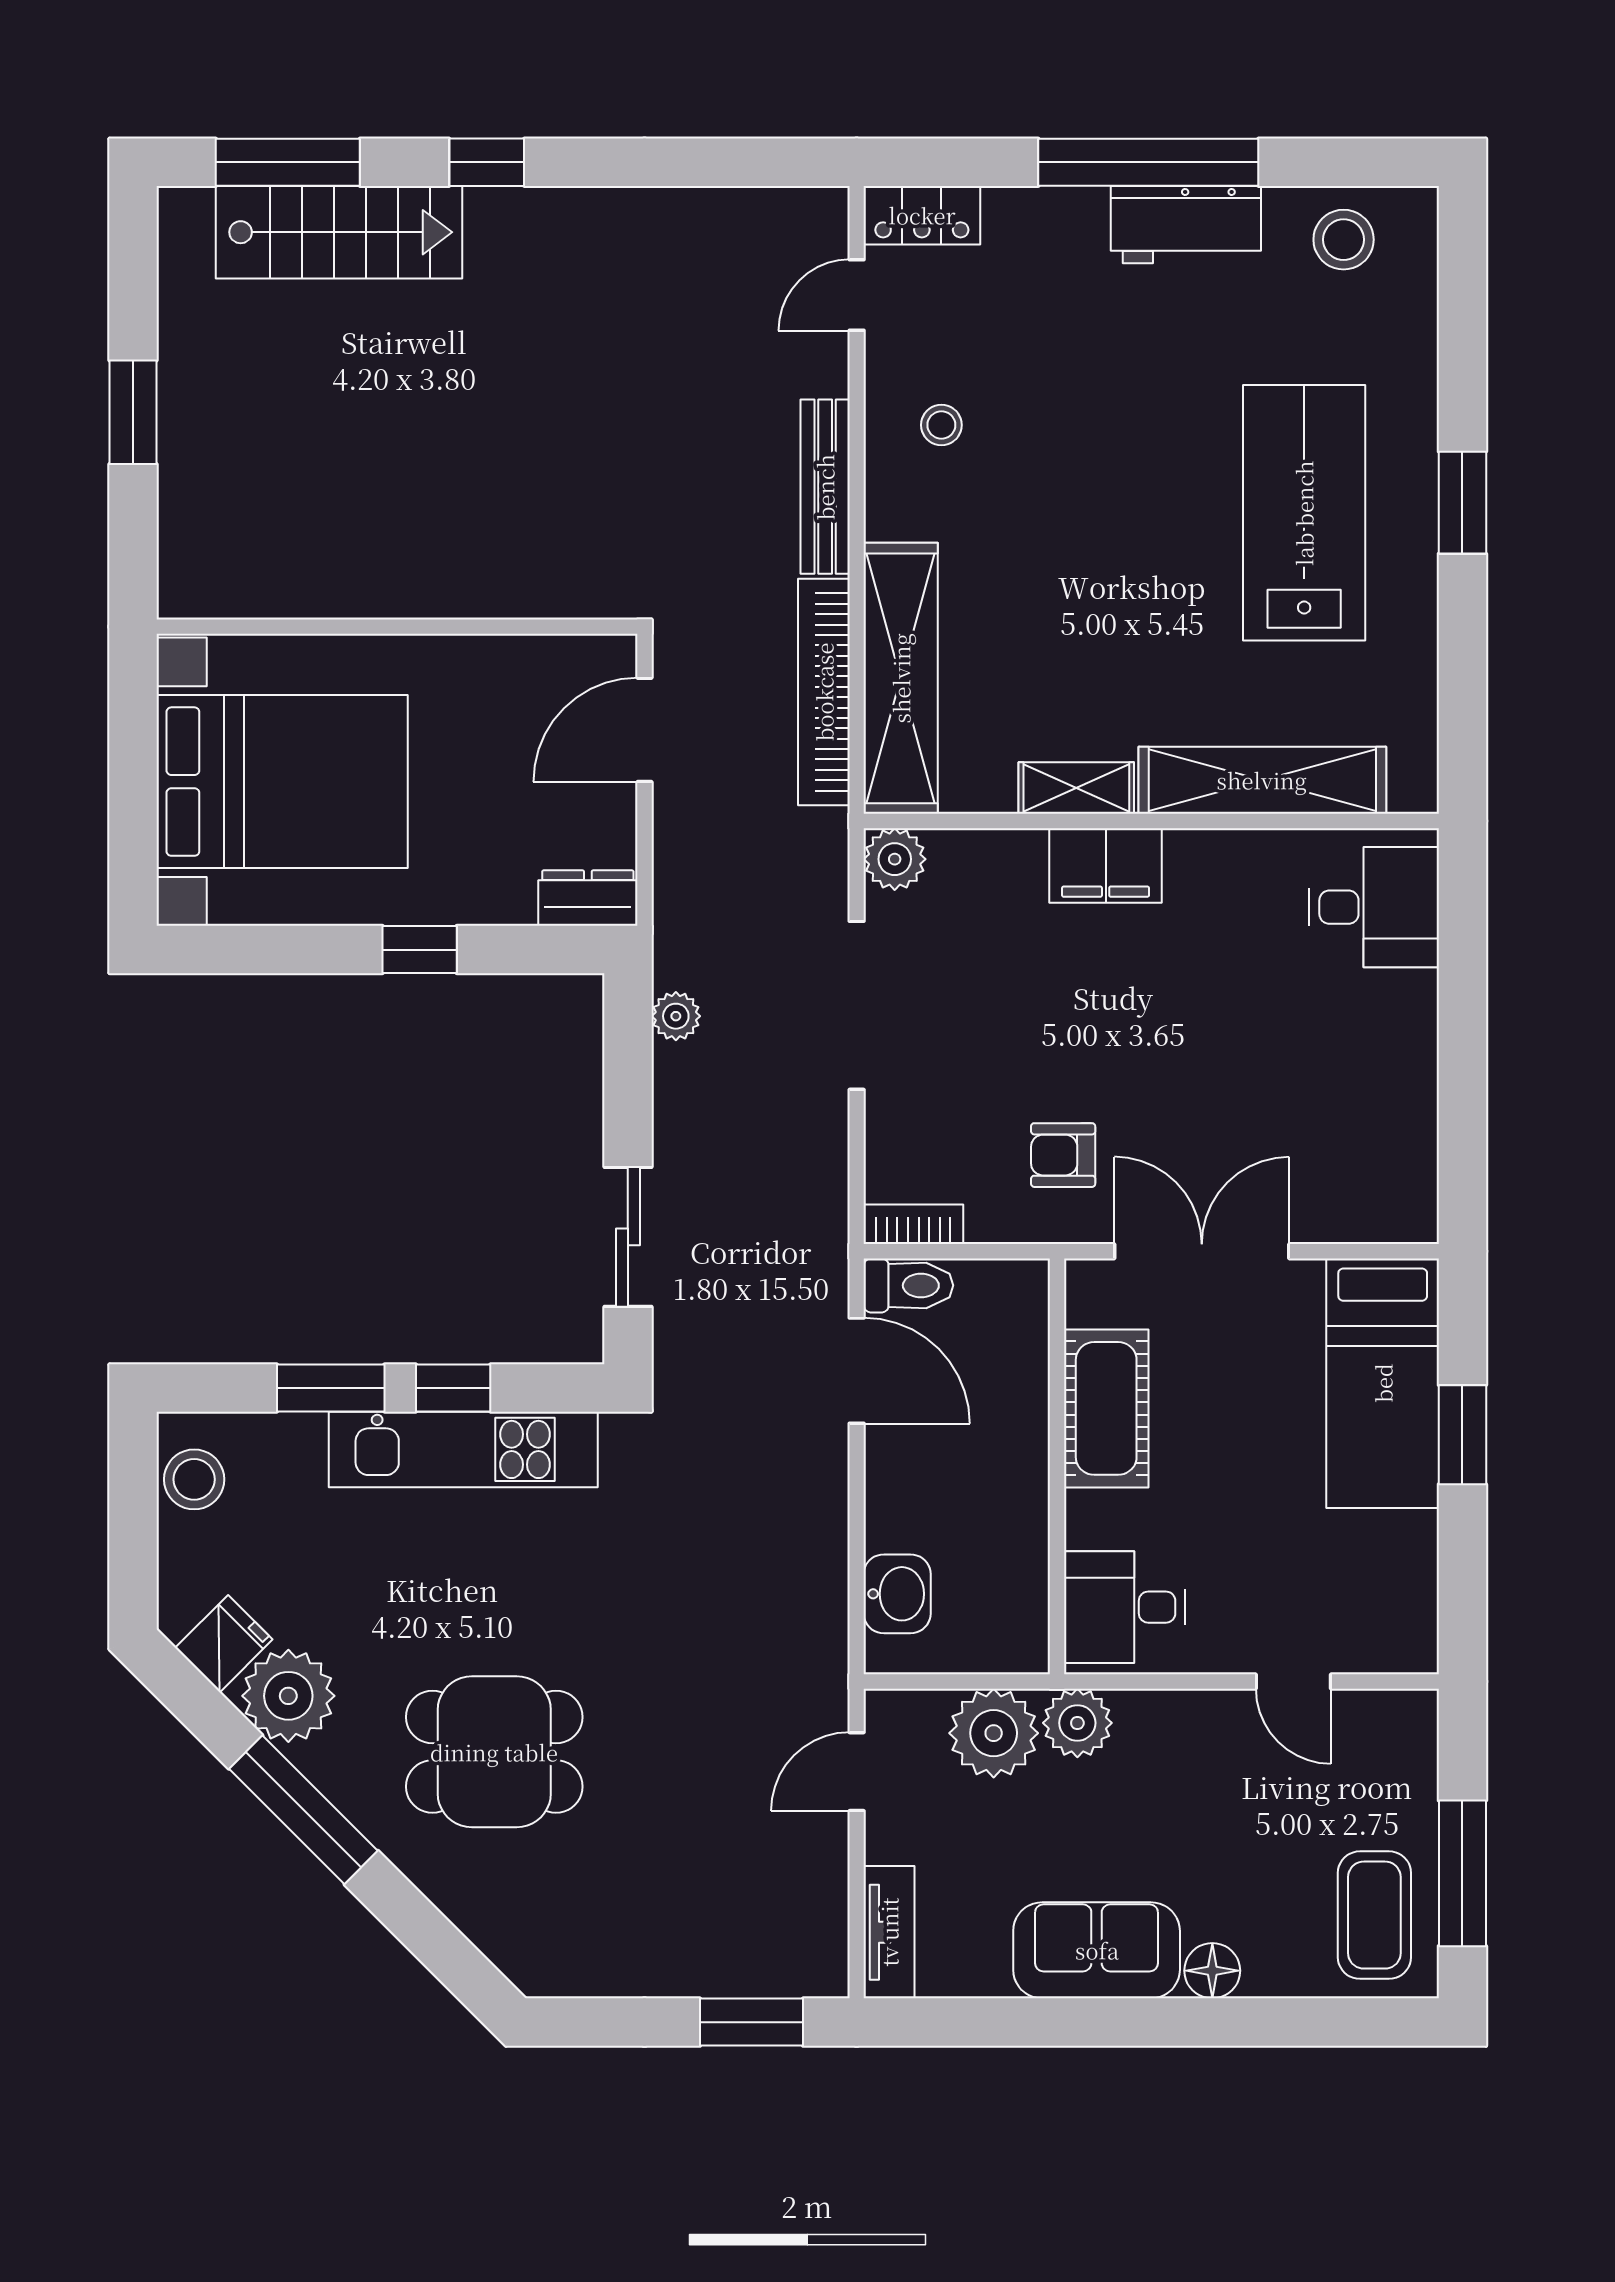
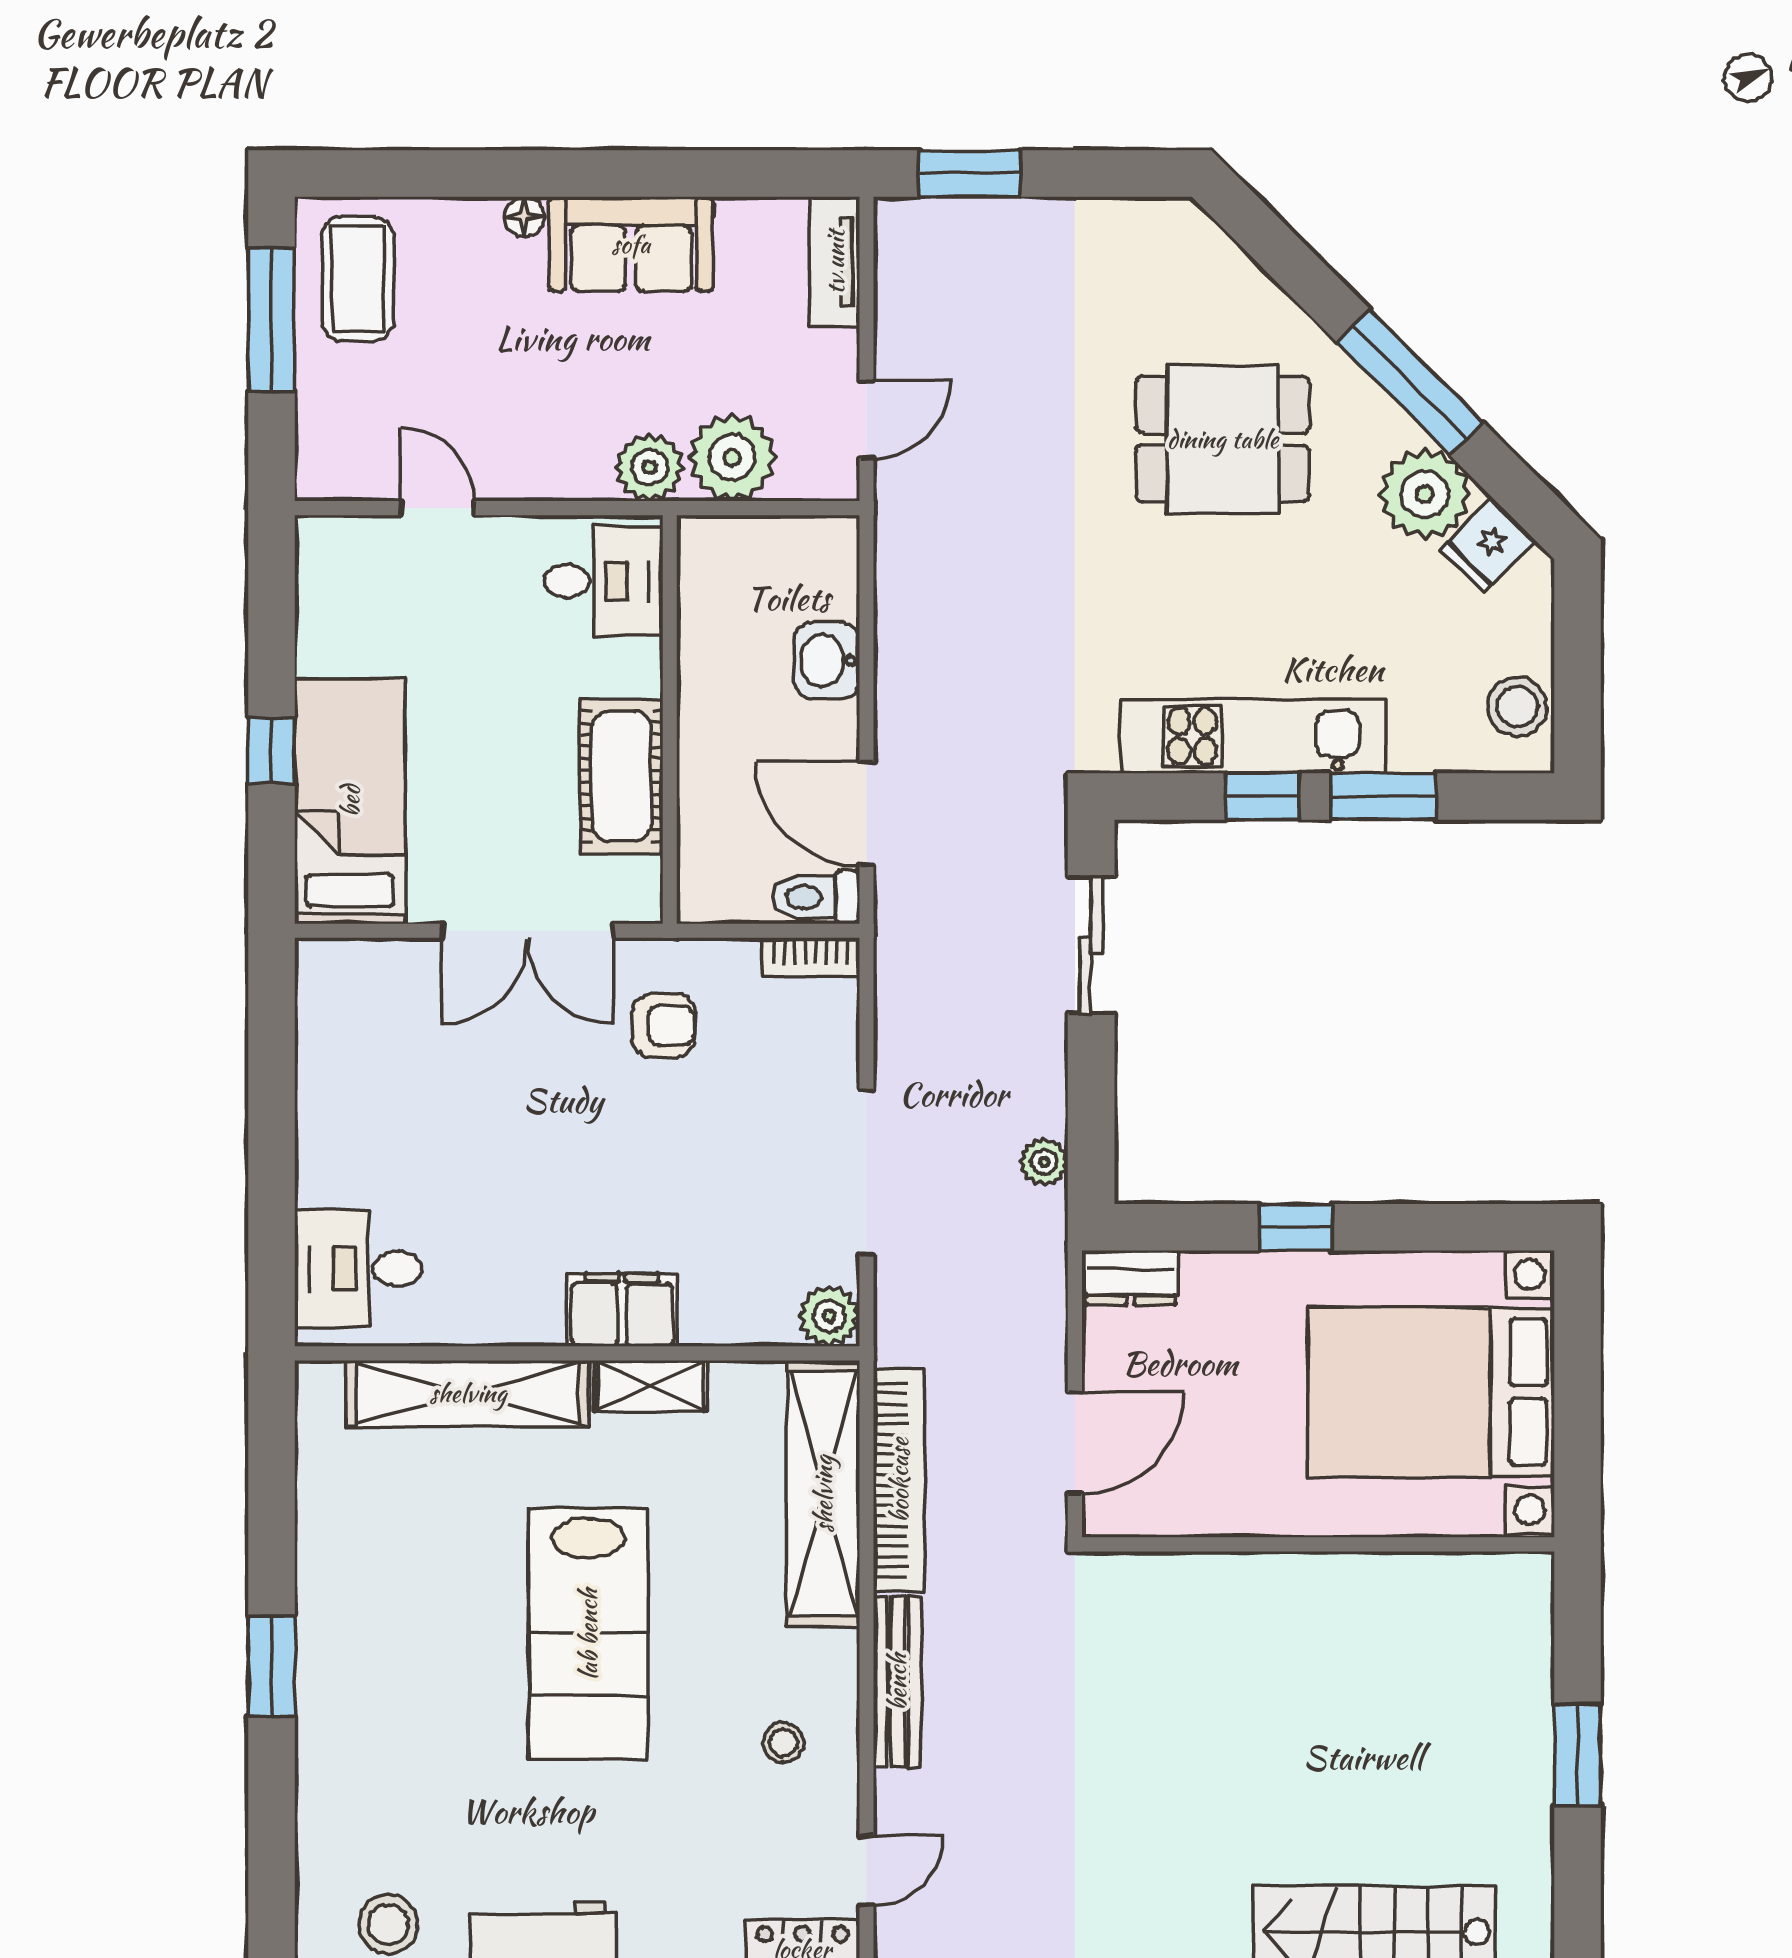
lab bench: (1304, 513) -> (588, 1634), moved
window: (1462, 1435) -> (271, 751), width x0.67
washbasin: (897, 1594) -> (827, 660), moved
floor lamp: (1212, 1971) -> (525, 217), width x0.73, depth x0.73

